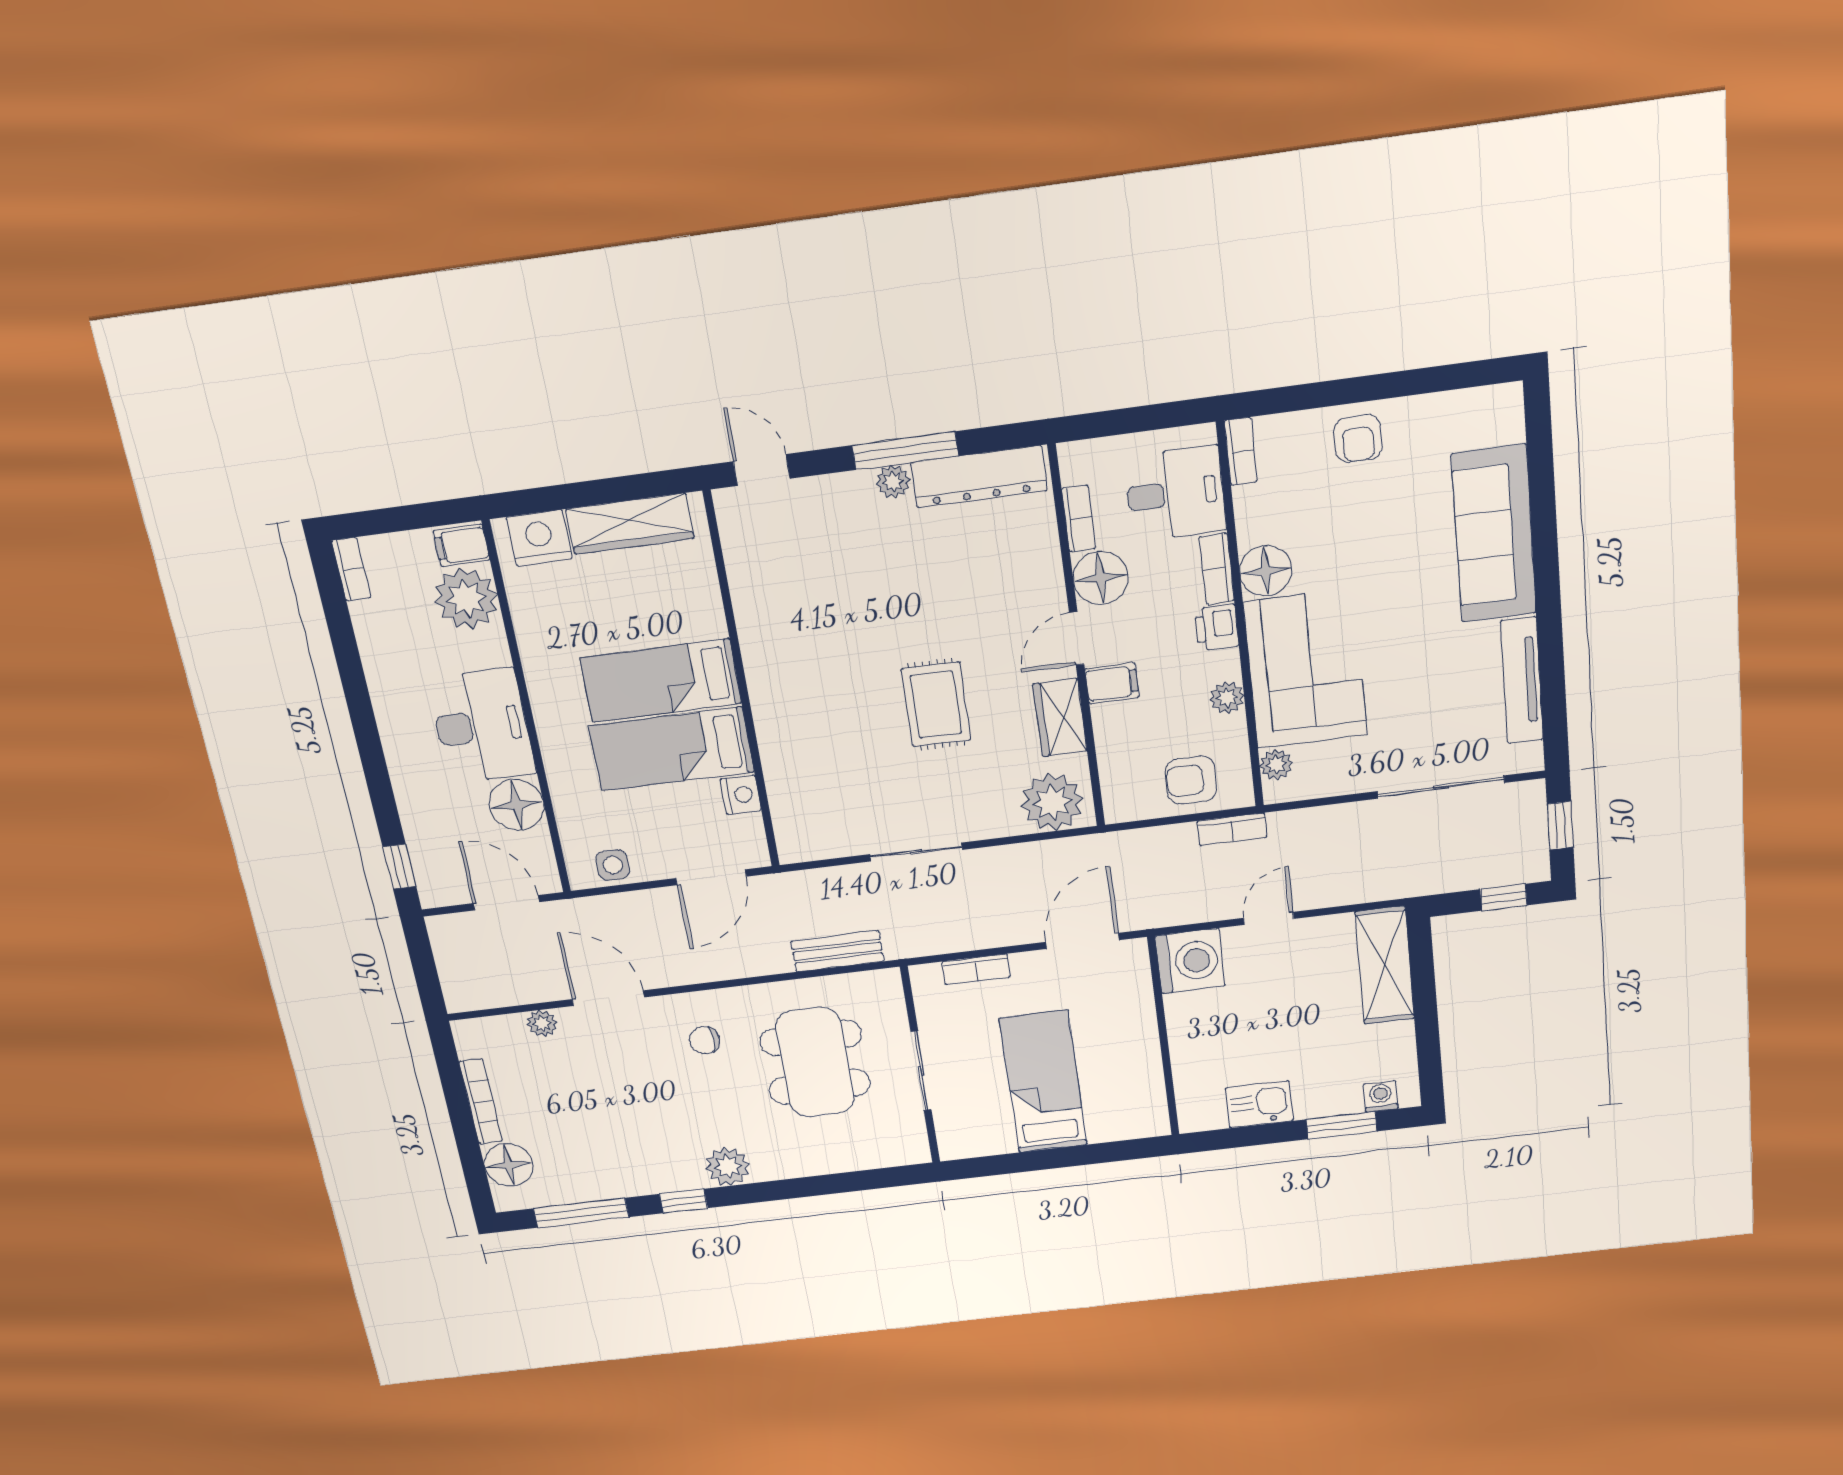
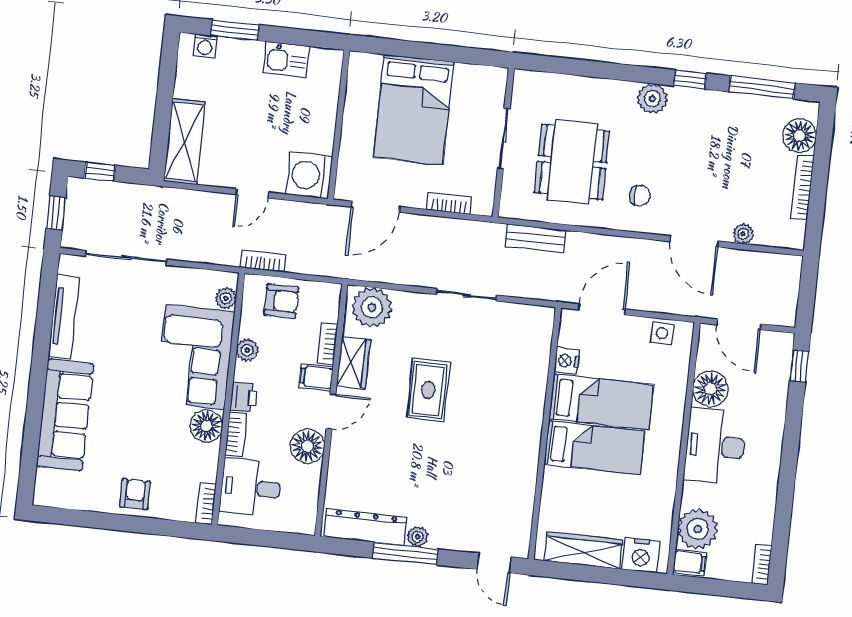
bookcase: (1079, 518) -> (328, 344), moved
bed: (1043, 1082) -> (414, 110), width x1.50

